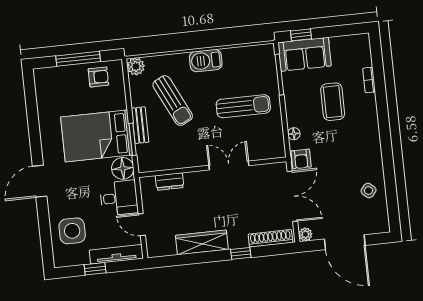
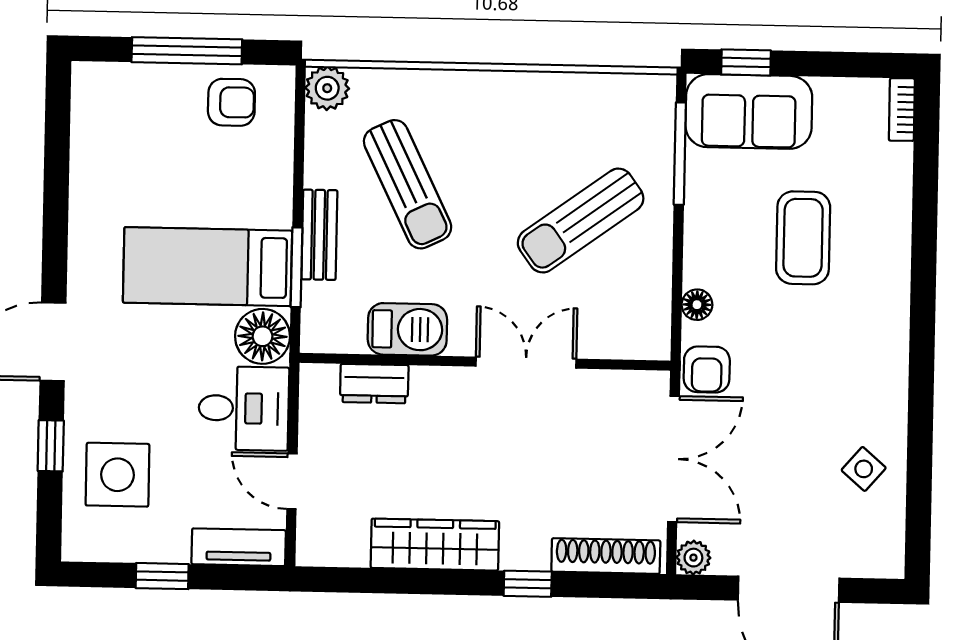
barbecue: (206, 61) -> (407, 329), moved, turned 180
bookcase: (369, 80) -> (902, 110), moved
sun lounger: (243, 106) -> (581, 221), turned 144
bed: (96, 136) -> (208, 267), width x0.67
window: (44, 223) -> (51, 446), added
tv unit: (116, 254) -> (239, 547), width x0.71

